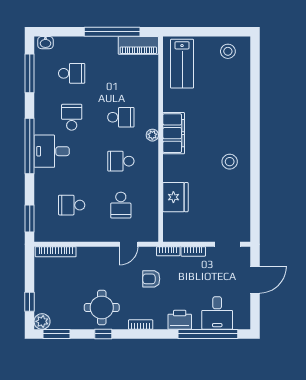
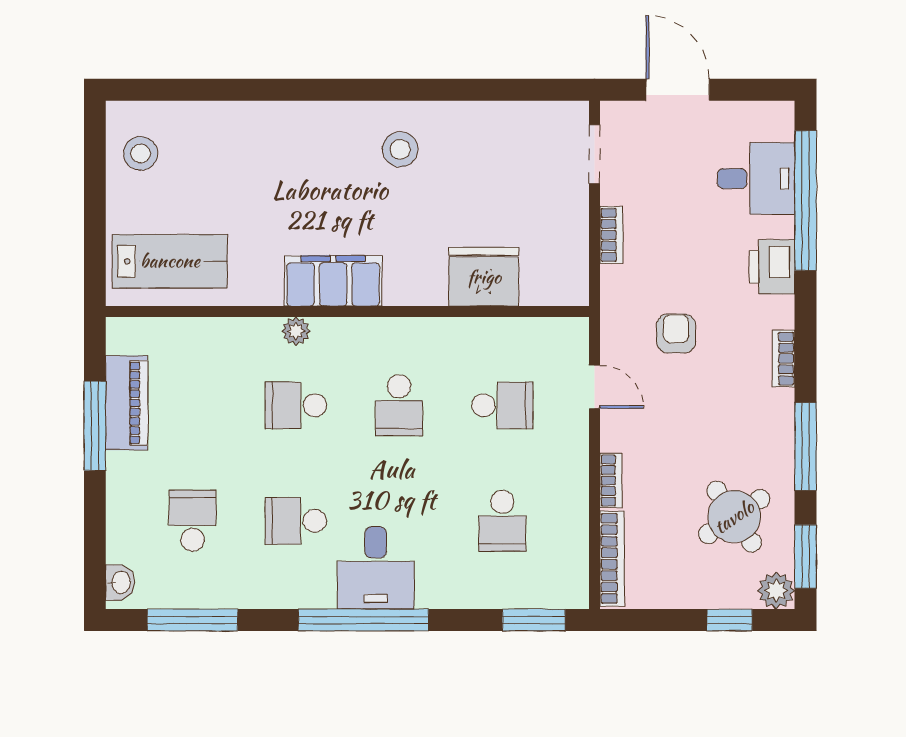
window: (112, 32) -> (95, 426), width x0.68
piano: (138, 45) -> (127, 403), moved
school desk: (121, 117) -> (296, 405), turned -90
plant: (152, 135) -> (296, 331), moved
bookcase: (168, 251) -> (611, 481), moved
armchair: (151, 279) -> (676, 333), turned 180
round table: (102, 308) -> (734, 517), moved, turned -34
window: (103, 334) -> (806, 446), width x2.17

